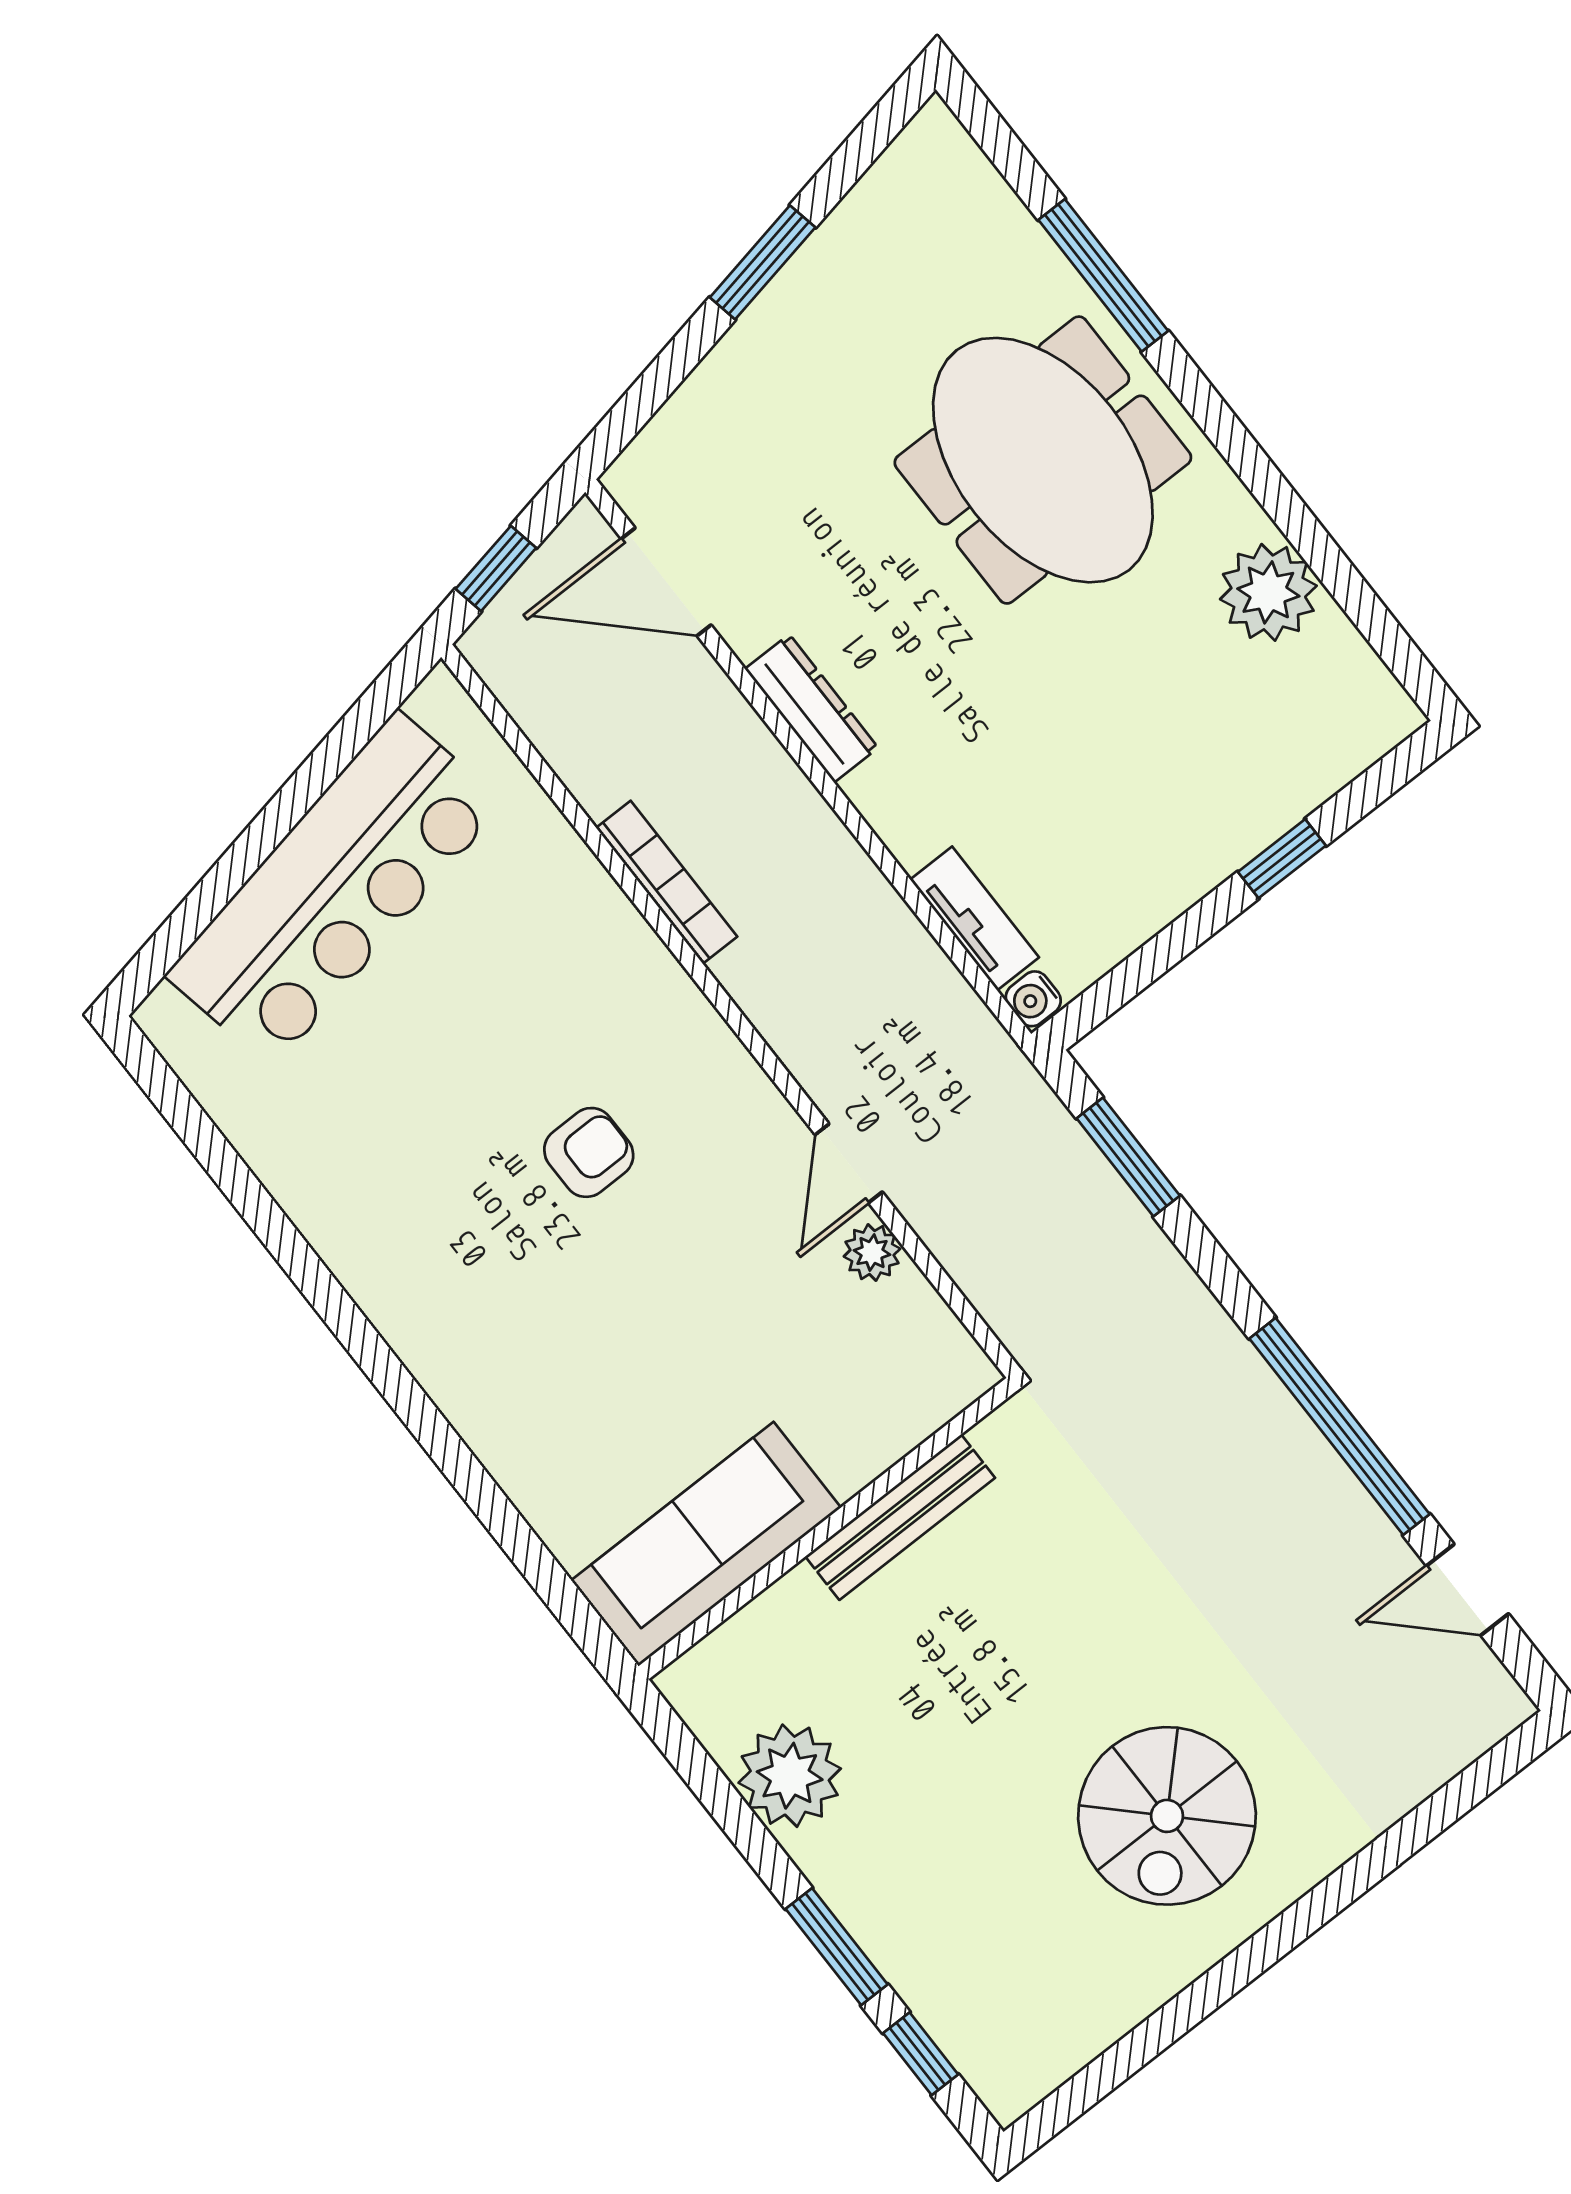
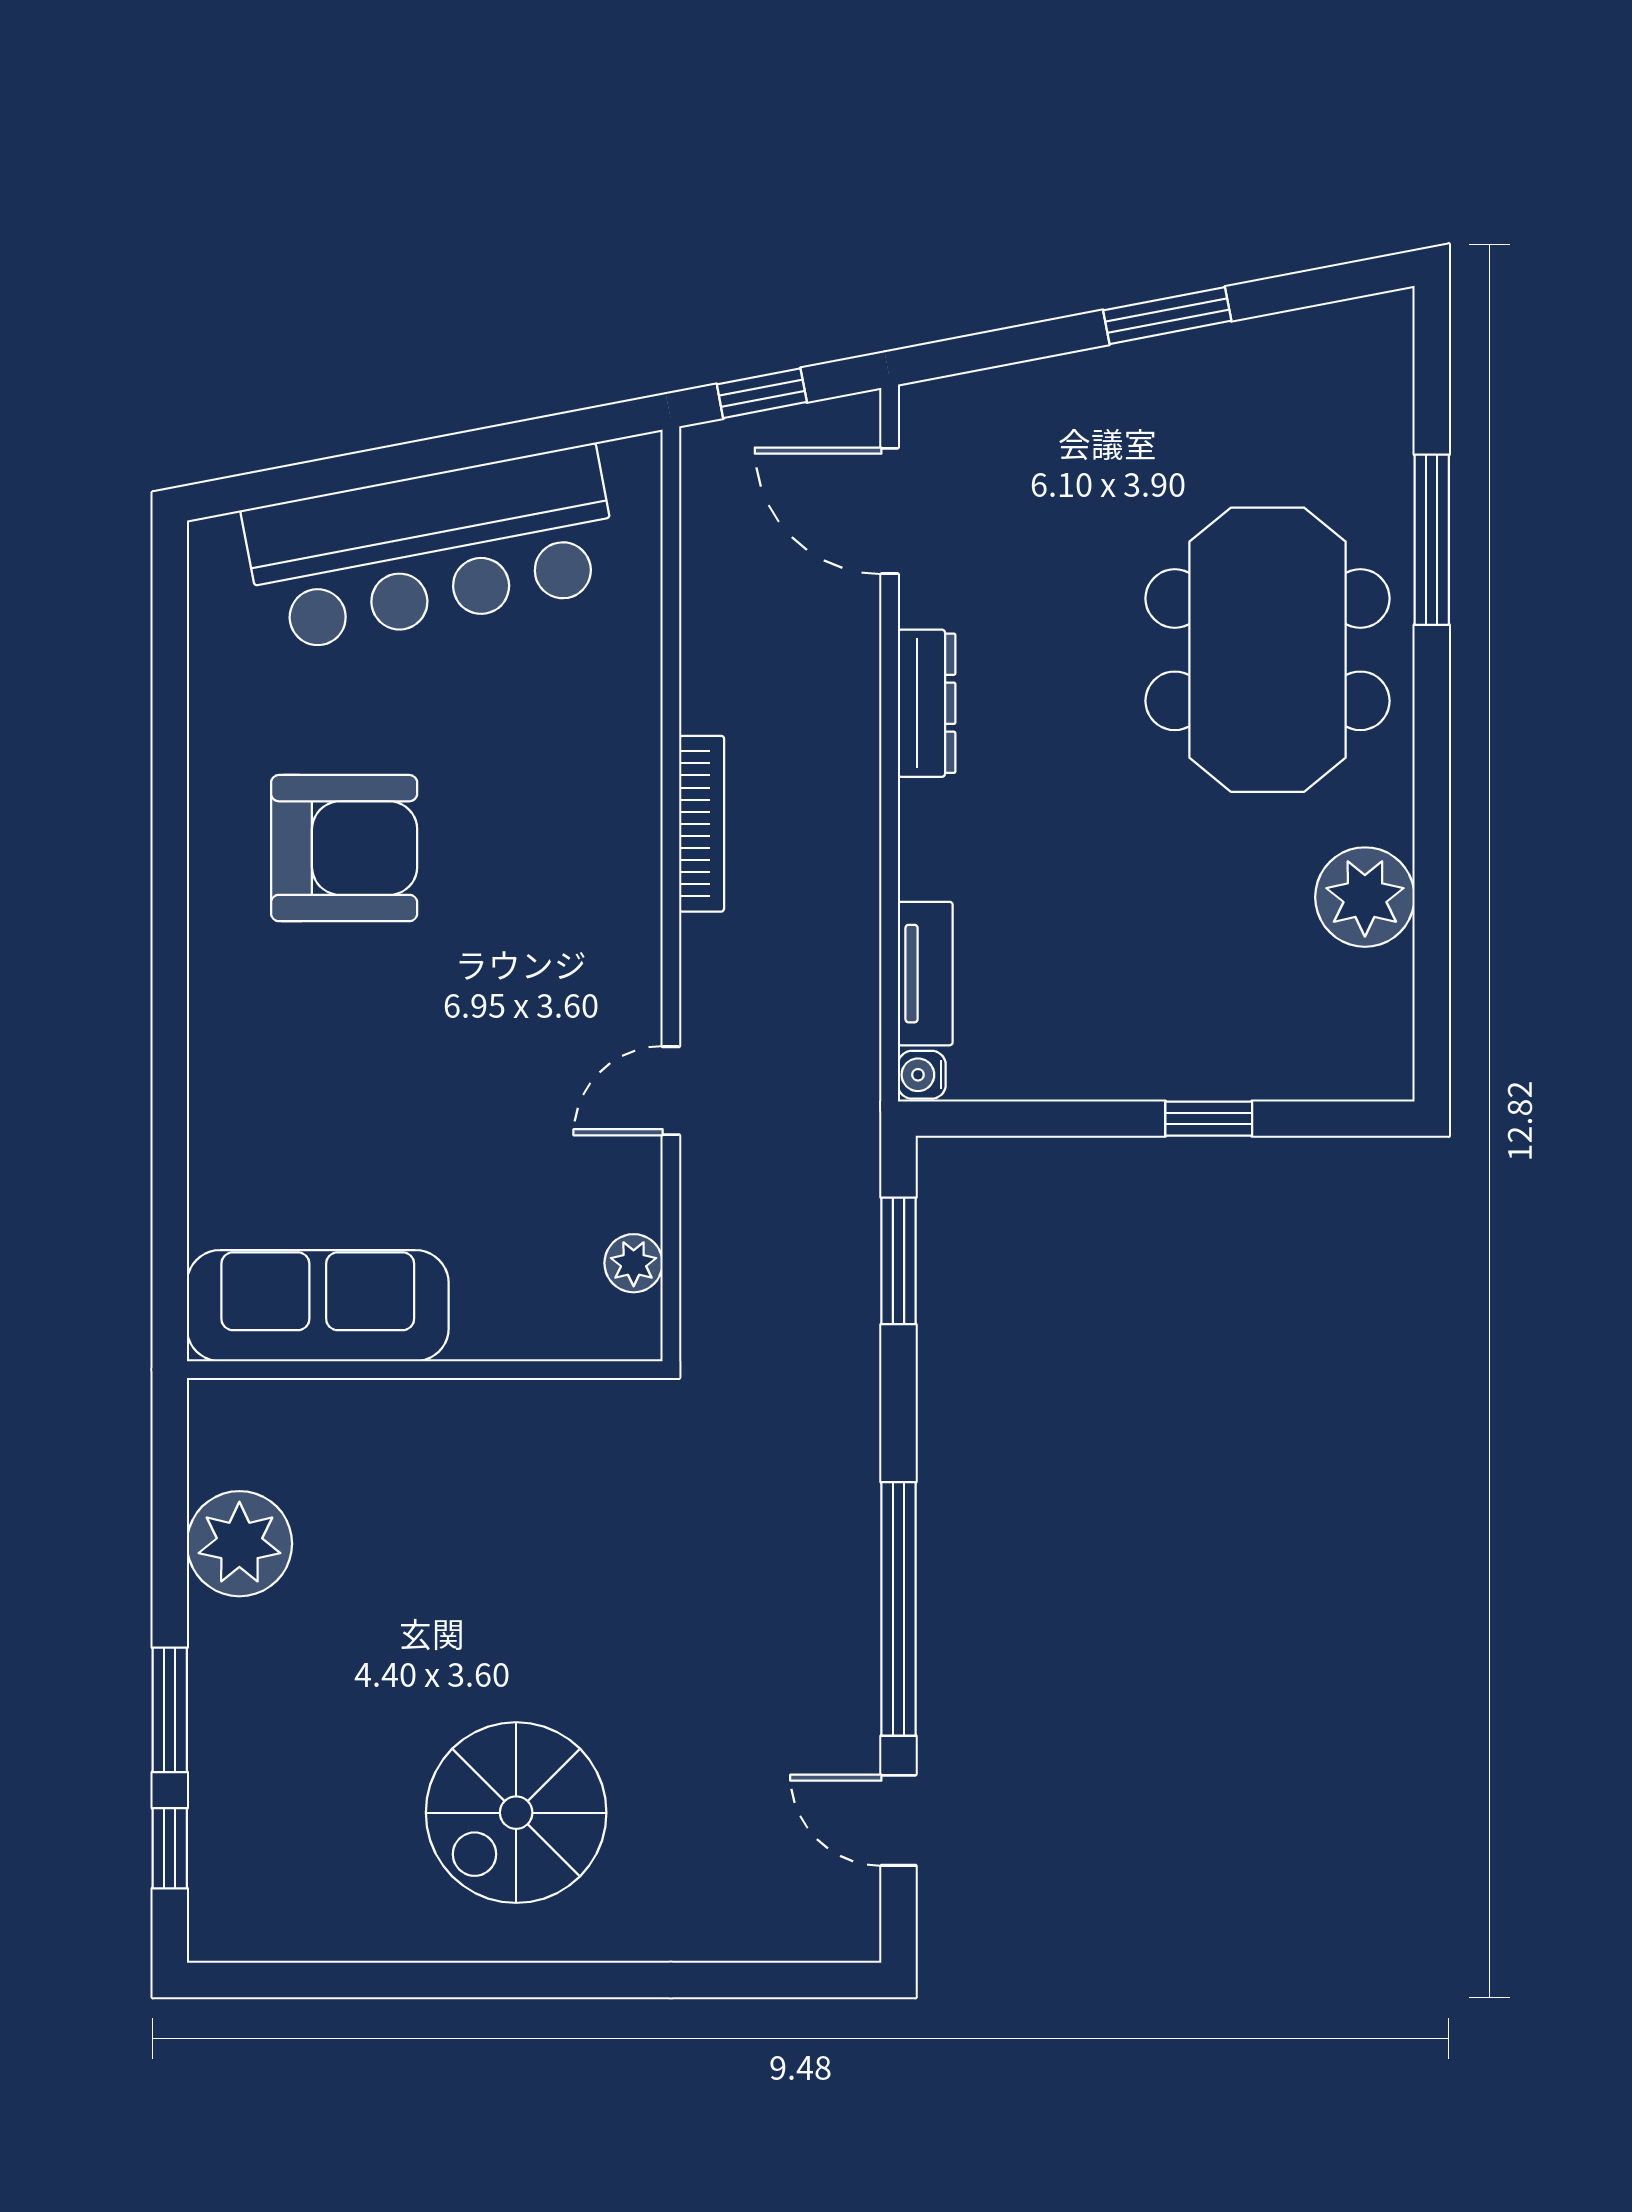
bookcase: (667, 882) -> (702, 824), moved
armchair: (589, 1152) -> (344, 848), moved, width x1.88, depth x1.88
plant: (872, 1253) -> (634, 1263), moved
bench: (900, 1517) -> (490, 1406), removed

